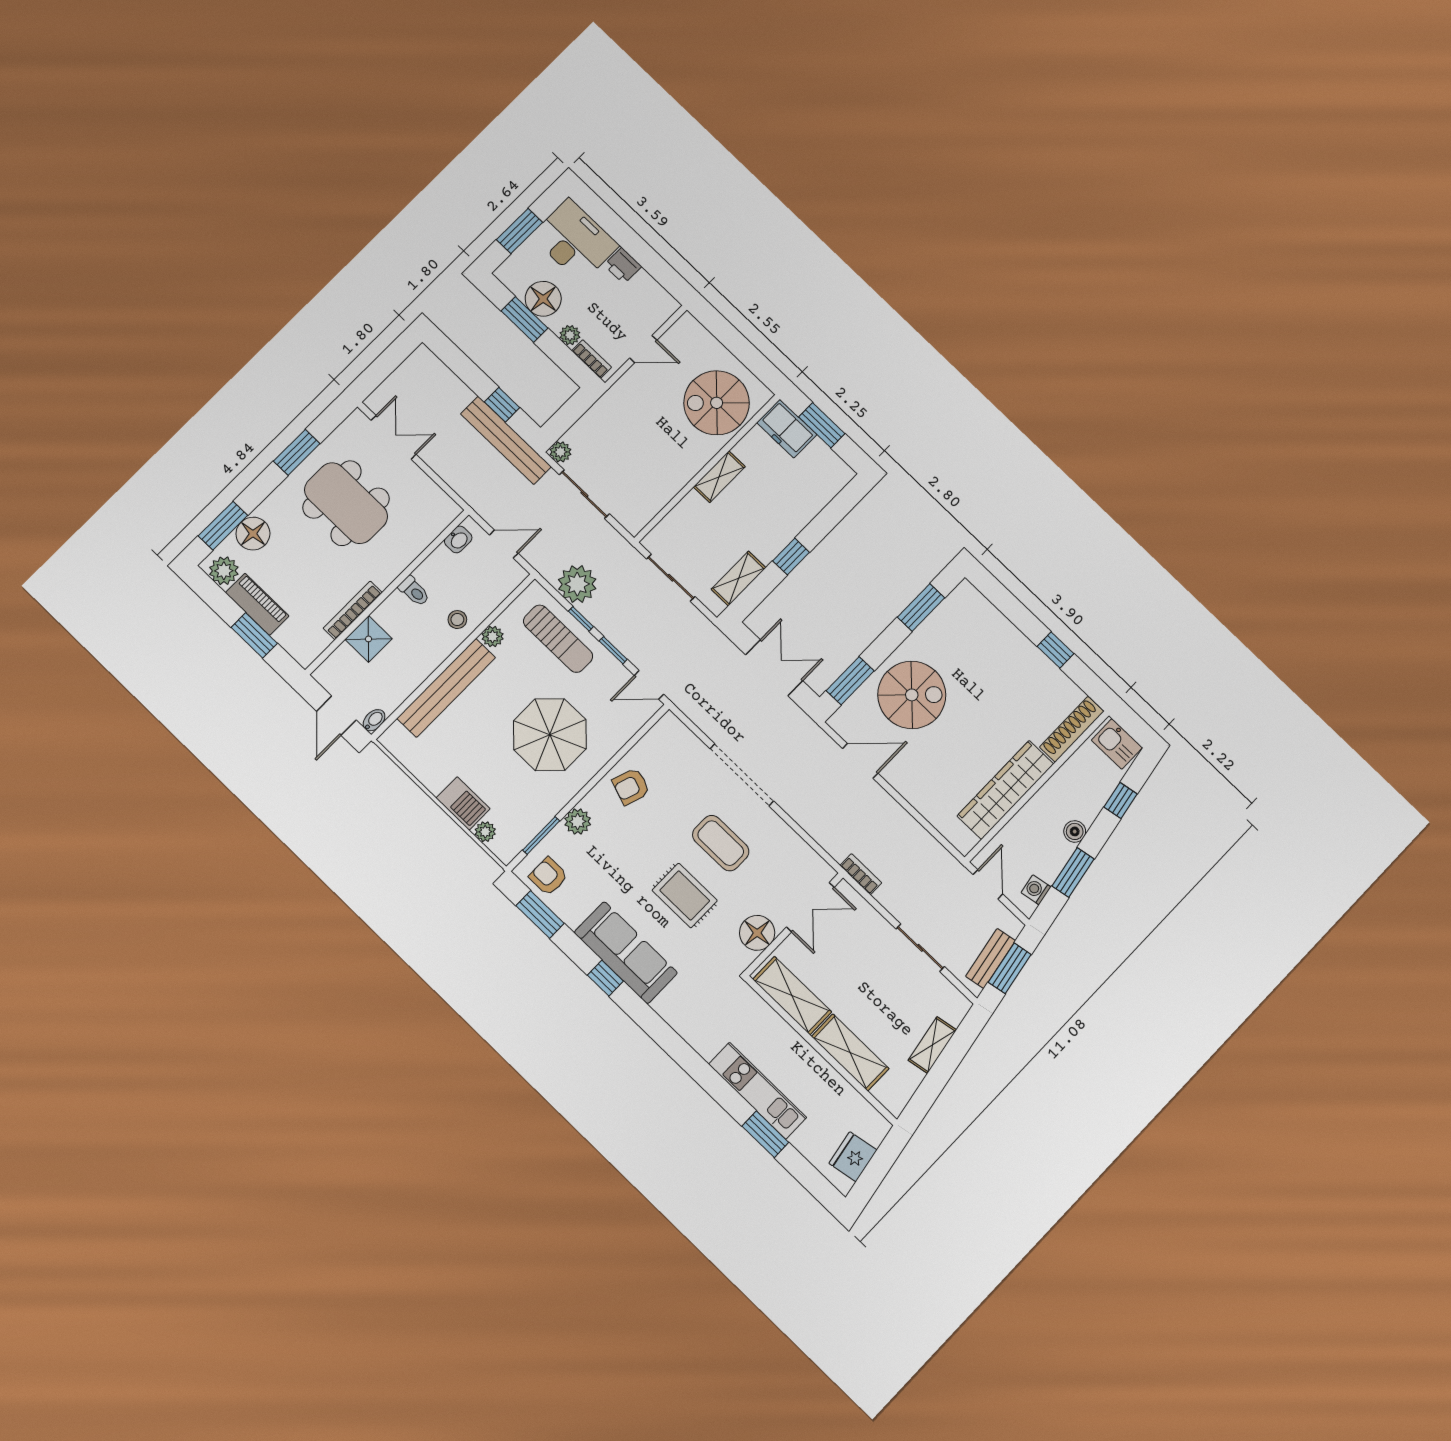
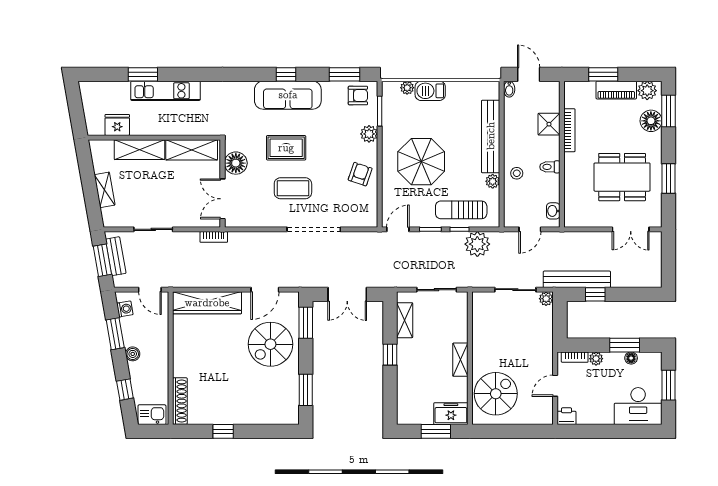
printer: (623, 266) -> (567, 416), moved
floor lamp: (543, 299) -> (631, 358), width x0.53, depth x0.53
wardrobe: (1005, 790) -> (207, 303), moved, turned 90
fridge: (853, 1157) -> (117, 125), moved, turned -80

